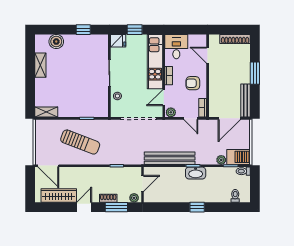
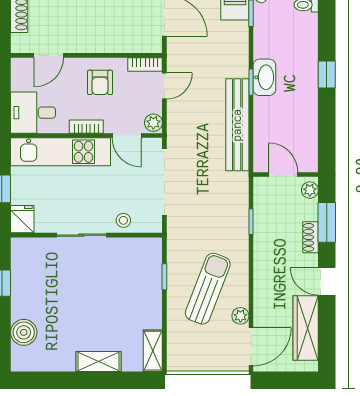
shelving: (40, 65) -> (98, 362), moved
plant: (221, 160) -> (240, 316), moved

